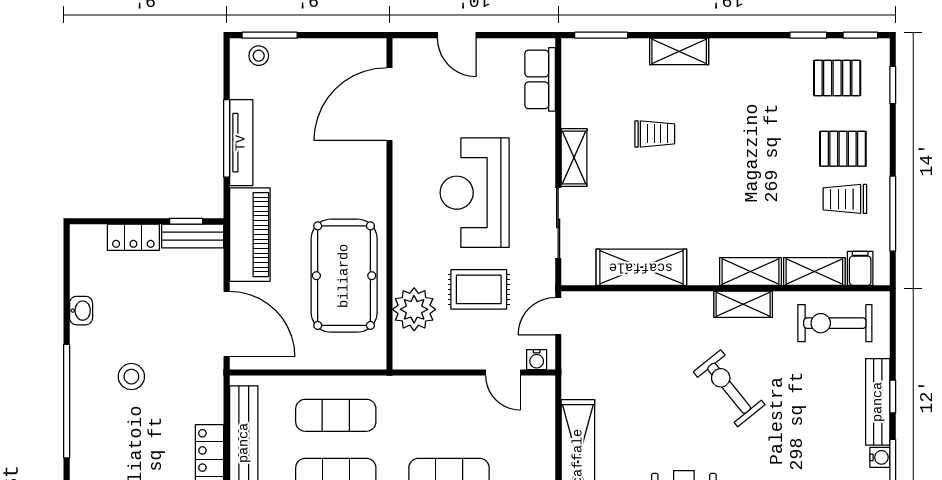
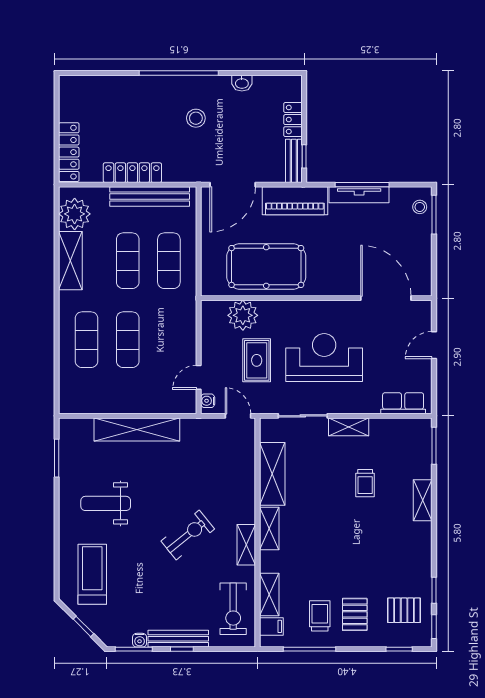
pallet: (837, 78) -> (404, 610), turned 90
shelving: (751, 271) -> (269, 528), moved
exercise bike: (835, 323) -> (233, 609), turned 180

